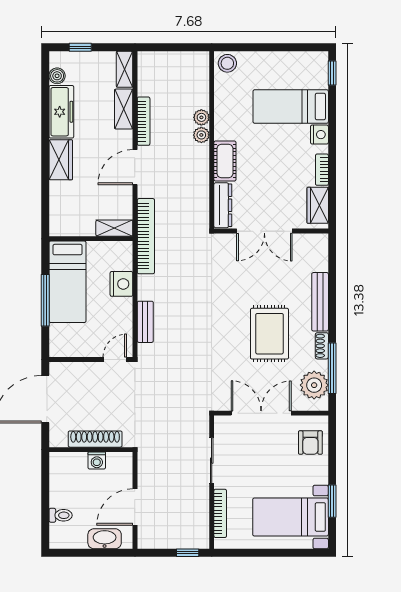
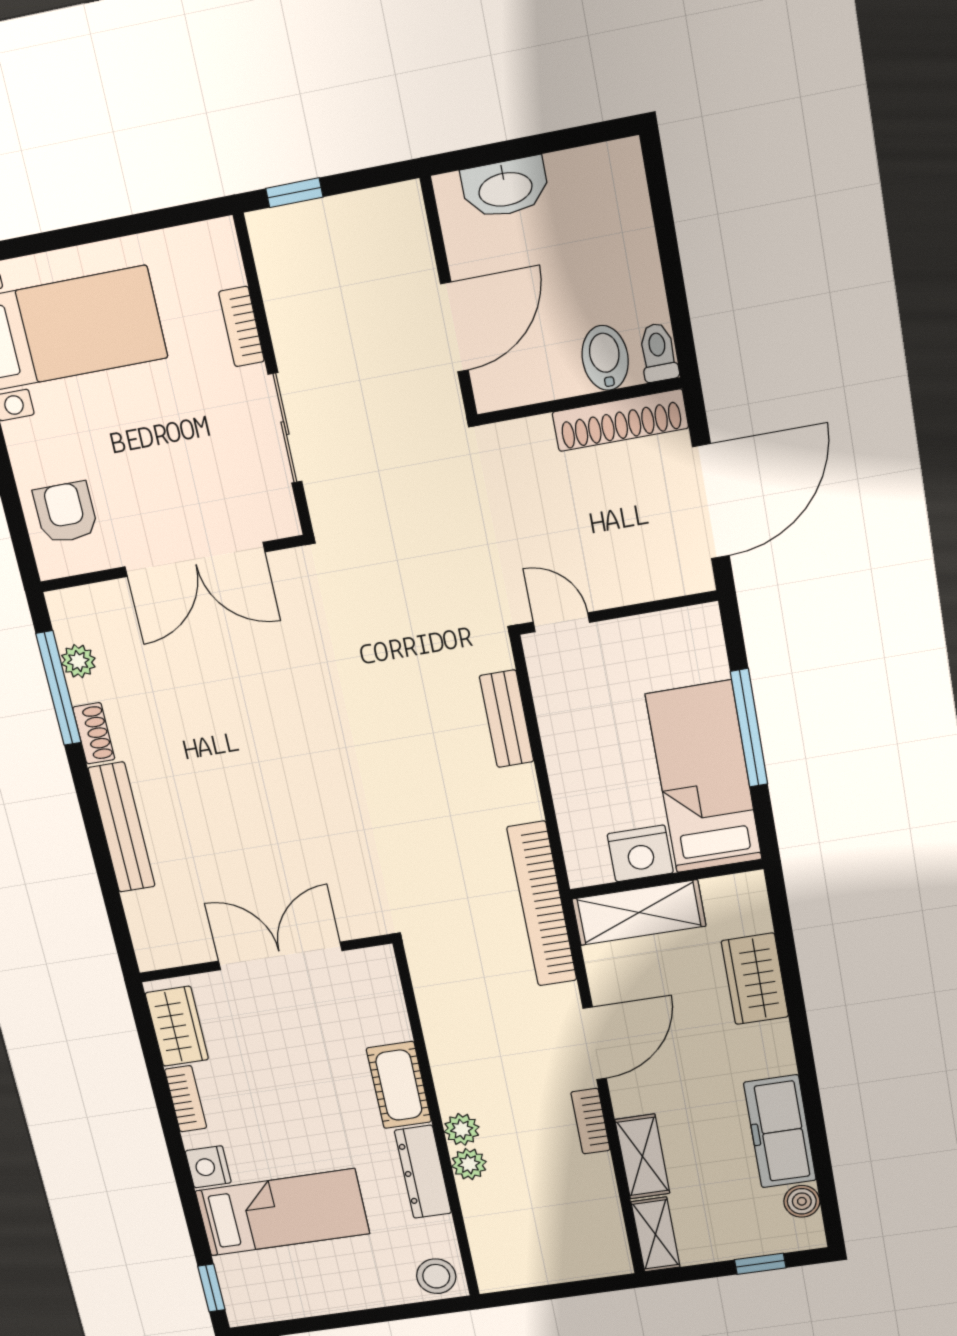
bookcase: (144, 121) -> (591, 1121), width x0.64
wardrobe: (61, 160) -> (755, 979), moved
dresser: (223, 205) -> (423, 1172), moved
shelving: (114, 228) -> (639, 913), width x1.50, depth x1.33
nightstand: (121, 284) -> (640, 853), moved, turned -90
rug: (269, 334) -> (217, 740), removed
door: (115, 359) -> (561, 622), swing flipped
plant: (314, 385) -> (78, 661), width x0.53, depth x0.53
shoe rack: (95, 439) -> (620, 420), moved
washing machine: (97, 461) -> (560, 378), removed
bidet: (77, 465) -> (605, 358), added
door: (135, 507) -> (454, 327), moved
bookcase: (220, 513) -> (242, 327), width x0.64
toilet: (61, 515) -> (658, 352), moved, turned 90

